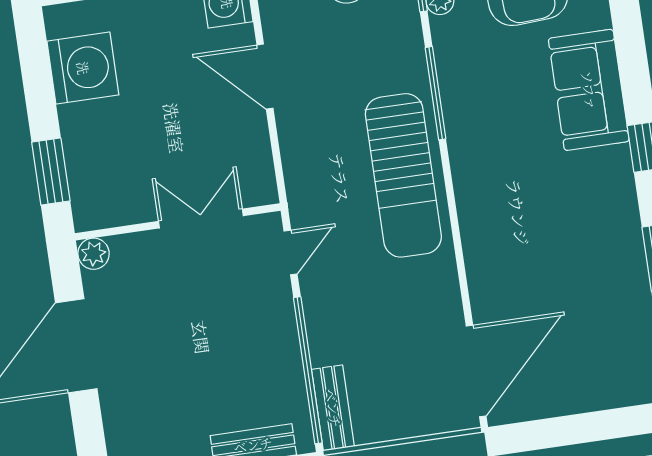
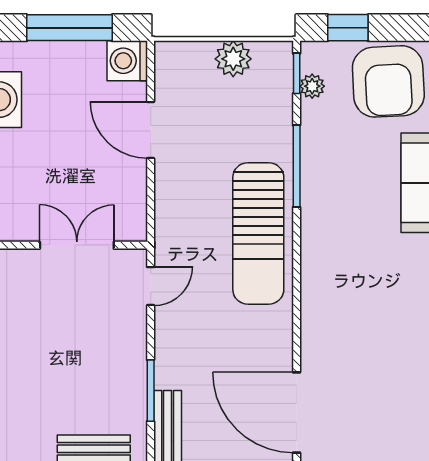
window: (308, 370) -> (151, 391), width x0.47
door: (476, 371) -> (297, 413), swing flipped

